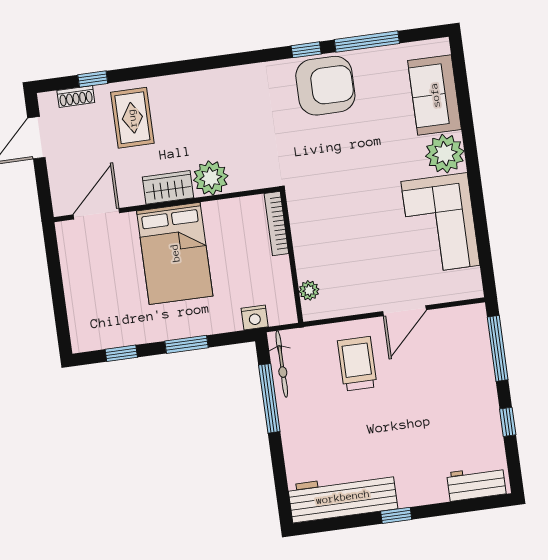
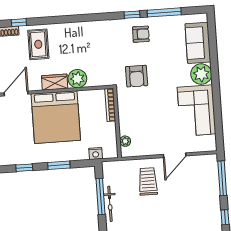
armchair: (325, 86) -> (141, 34), width x0.53, depth x0.53
armchair: (322, 166) -> (137, 76), added
bed: (175, 253) -> (56, 117), width x1.36
bicycle: (282, 364) -> (110, 204), moved

